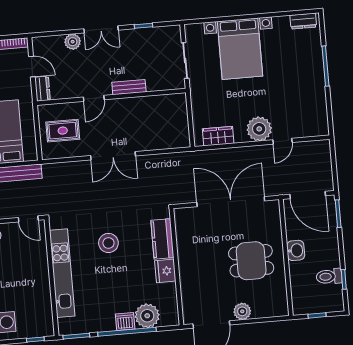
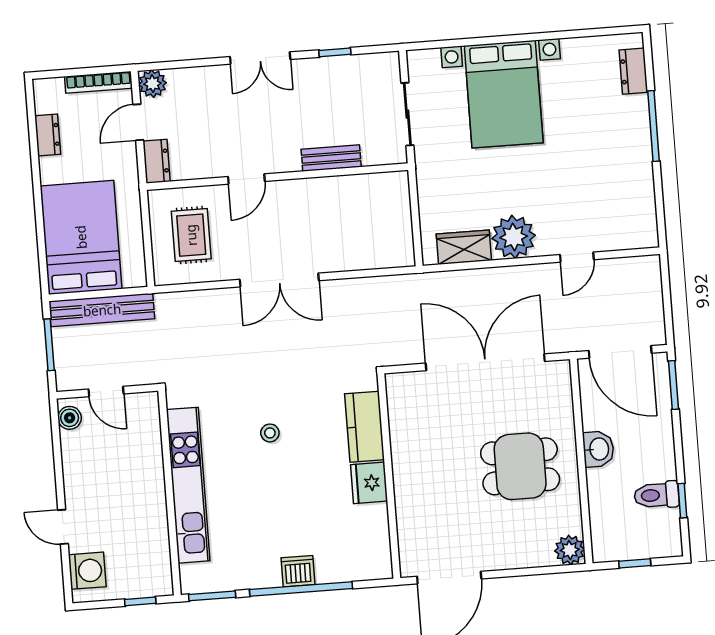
dresser: (303, 21) -> (633, 71), moved, turned 90
plant: (73, 42) -> (152, 84), moved
door: (32, 67) -> (138, 122), swing flipped
bench: (129, 87) -> (331, 158), moved
plant: (259, 129) -> (514, 237), moved
rug: (63, 131) -> (191, 235), turned 90
door: (28, 219) -> (106, 391), moved
stool: (108, 243) -> (270, 433), width x0.53, depth x0.53
plant: (242, 311) -> (570, 550), moved
plant: (147, 316) -> (337, 561), removed

